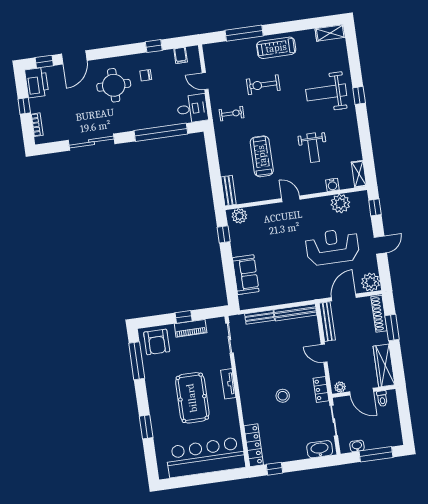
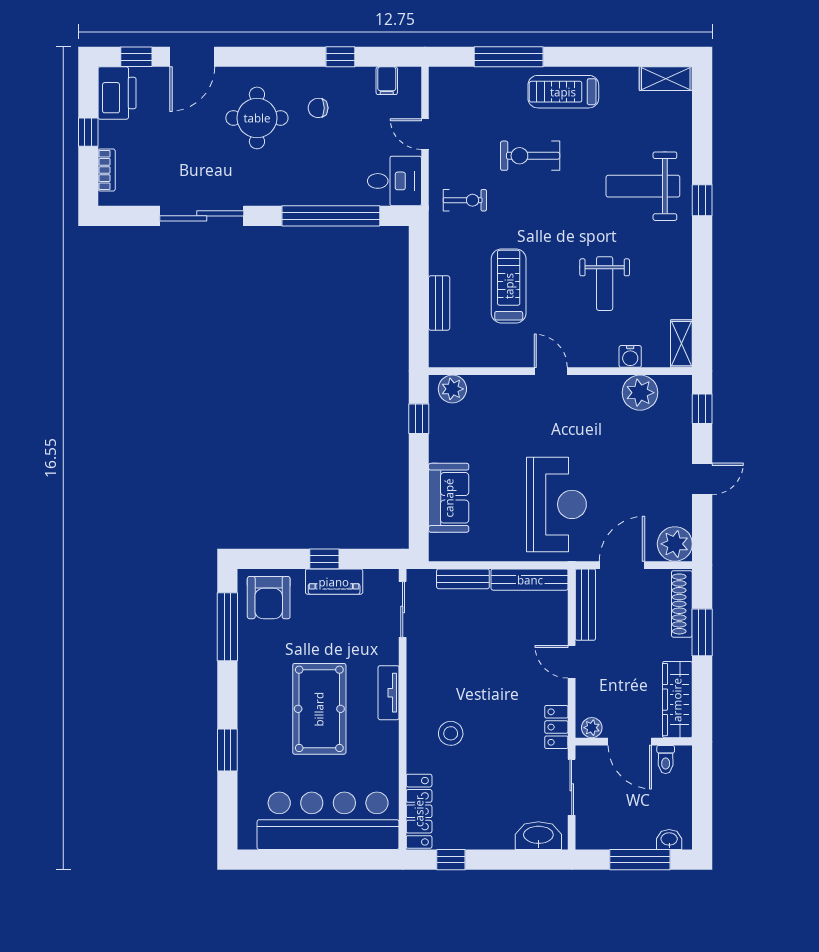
bench: (229, 191) -> (439, 303), moved
reception desk: (332, 247) -> (556, 504), moved, turned 90
stool: (283, 396) -> (451, 733), moved
washbasin: (357, 446) -> (669, 840), moved

